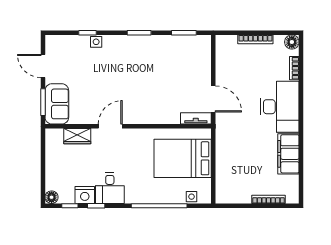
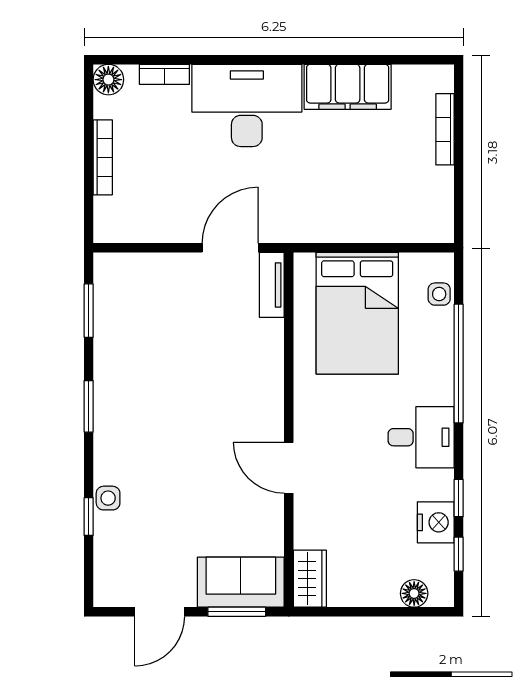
wardrobe: (77, 136) -> (310, 579), moved
desk: (110, 188) -> (421, 437), moved
floor lamp: (52, 197) -> (414, 593), moved

